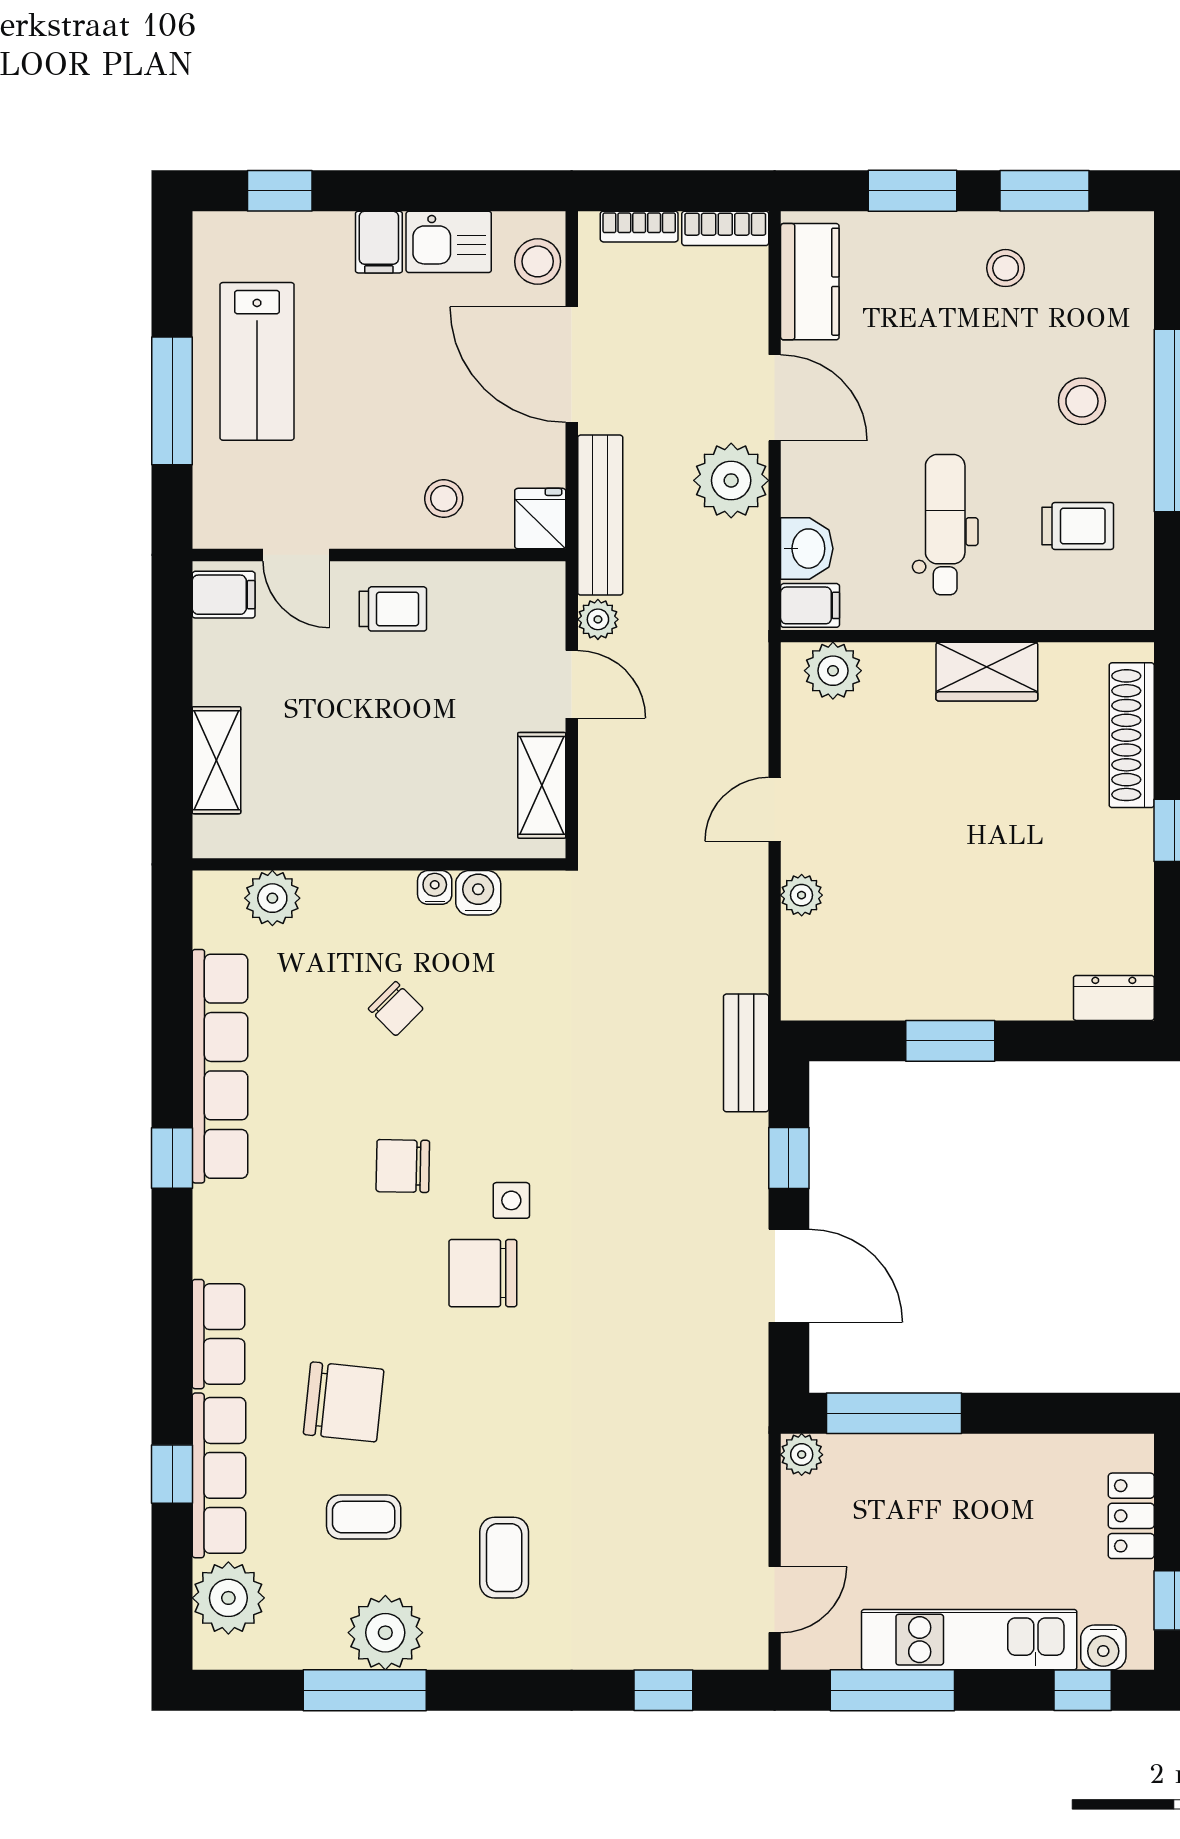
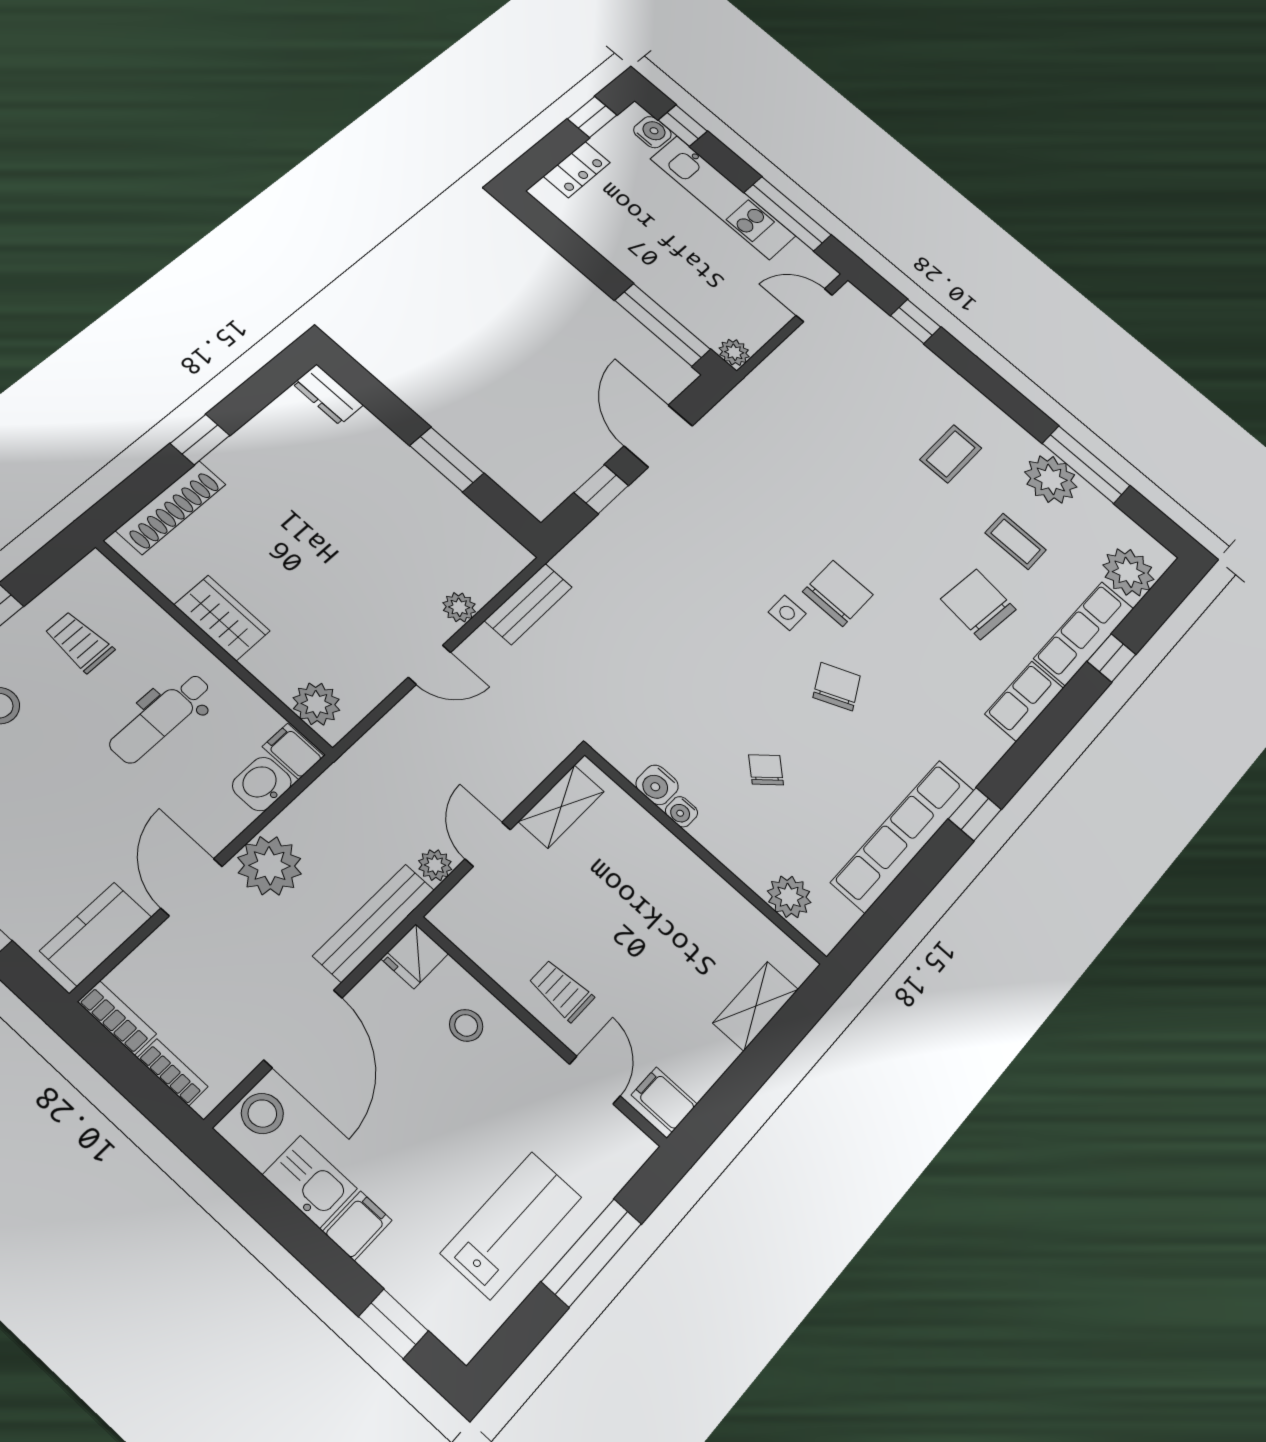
bench: (746, 1053) -> (528, 604), moved
chair: (403, 1166) -> (837, 687), turned -117
chair: (483, 1273) -> (838, 593), turned -90

